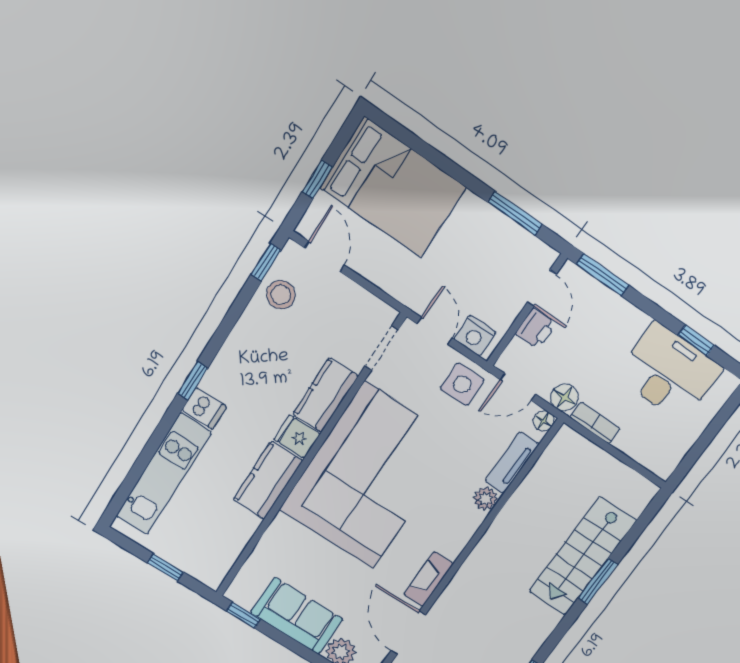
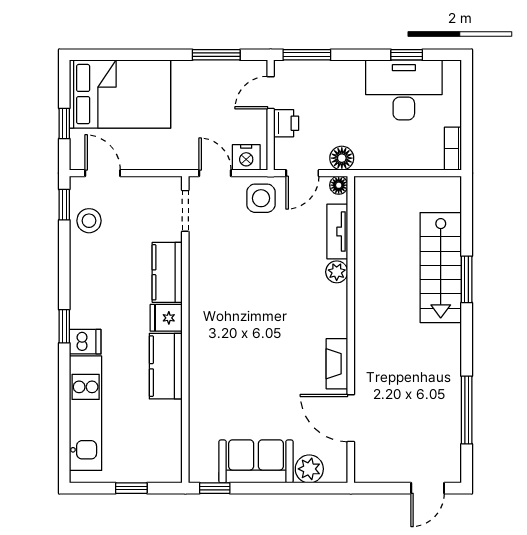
door: (542, 288) -> (271, 93), swing flipped
bookcase: (595, 423) -> (453, 149), moved, turned -90
corner sofa: (369, 476) -> (239, 313), removed

